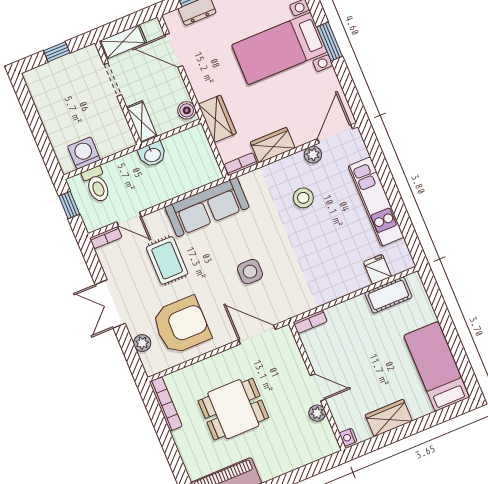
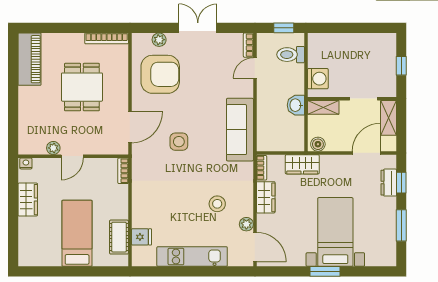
washing machine: (84, 153) -> (318, 79), moved
rug: (167, 260) -> (213, 84), removed
armchair: (181, 325) -> (160, 74), turned -90
bed: (437, 366) -> (77, 233), moved, turned -90

